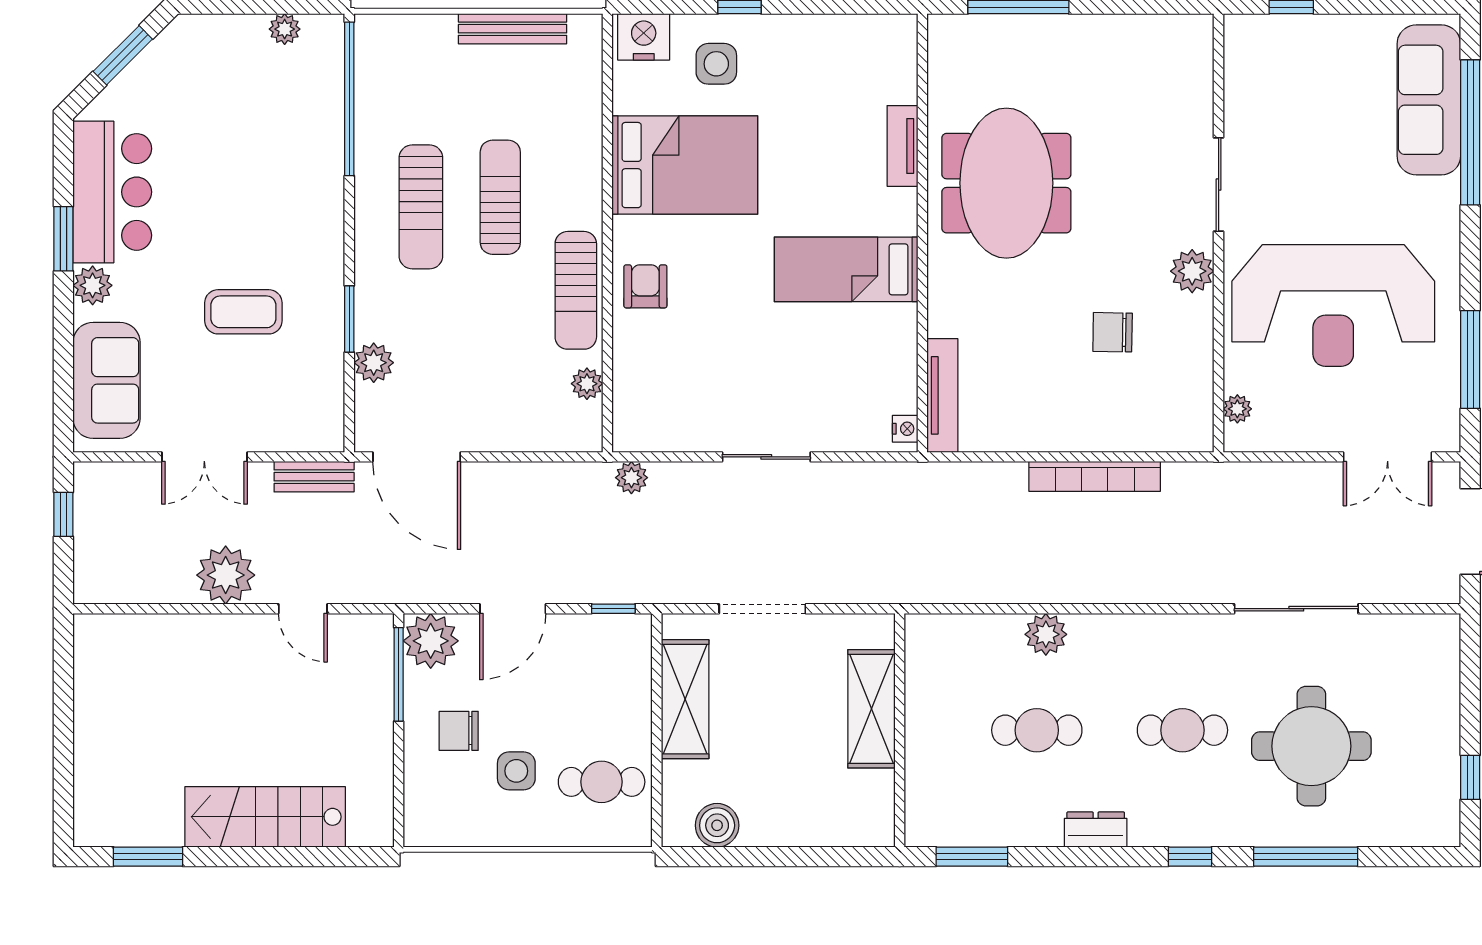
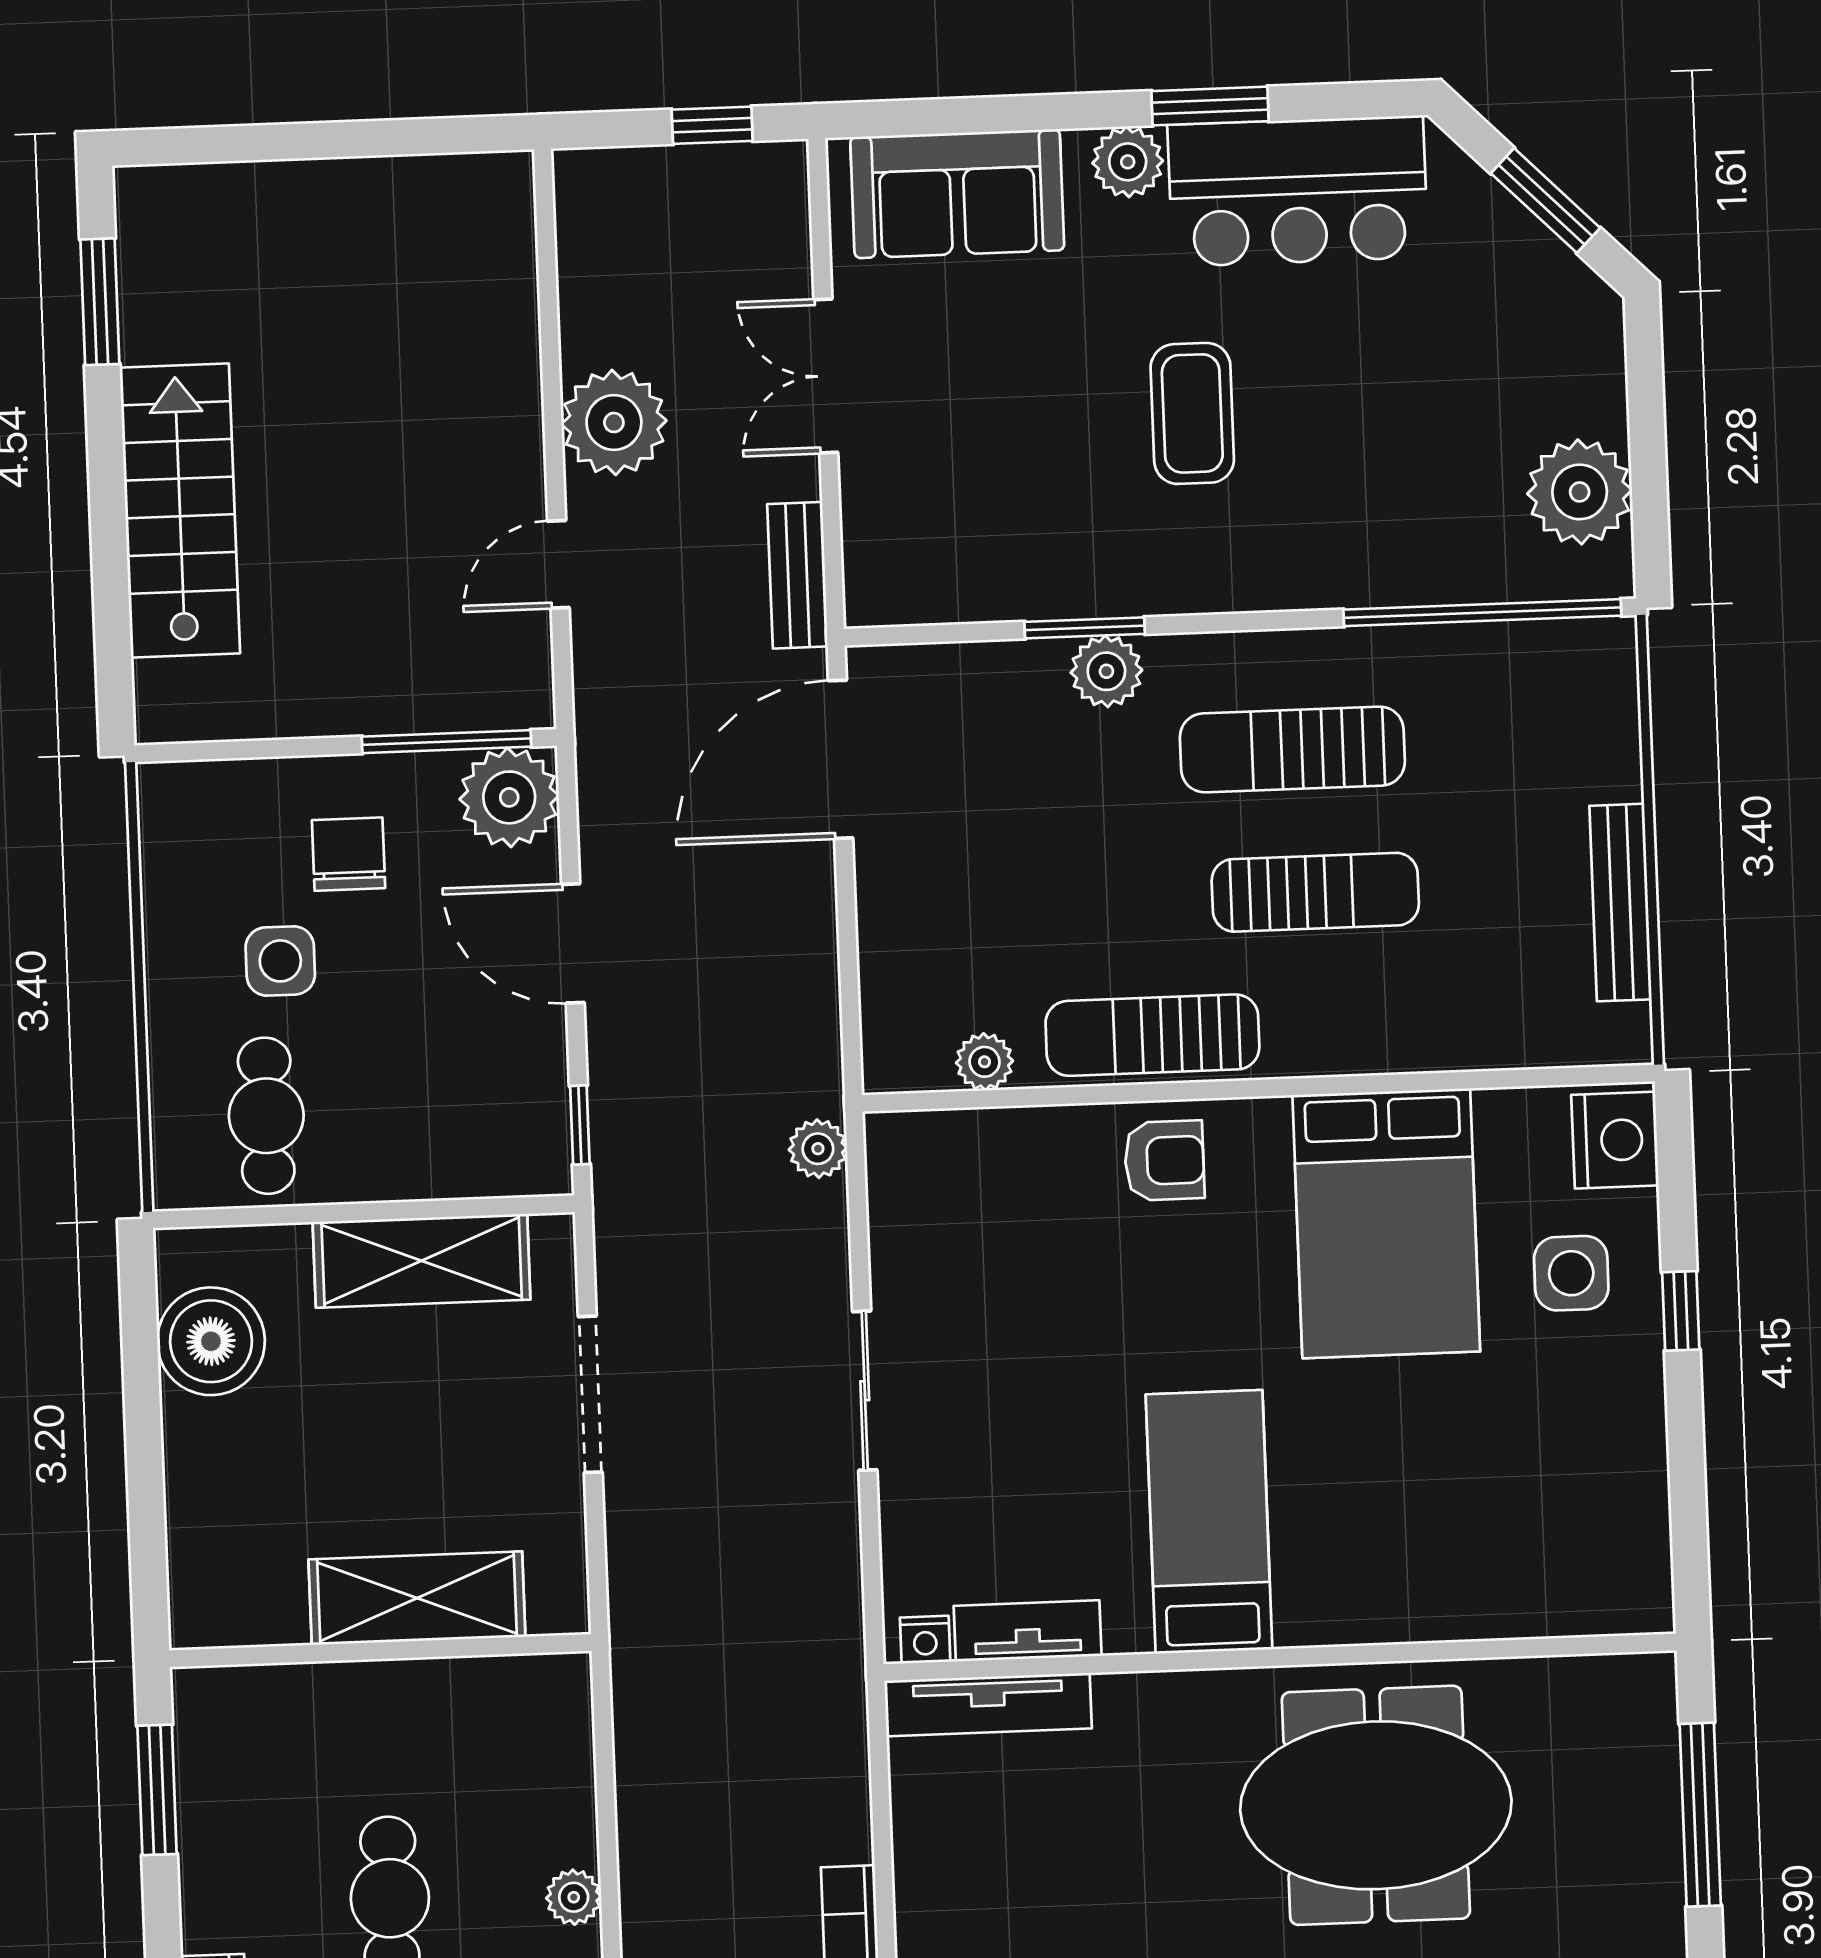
plant: (285, 29) -> (1580, 492), width x1.87, depth x1.87
tv unit: (902, 146) -> (1028, 1631), moved
coffee table: (243, 312) -> (1192, 413), moved
plant: (374, 363) -> (1106, 671), moved
plant: (1046, 634) -> (574, 1897), width x0.73, depth x0.73
boiler: (717, 825) -> (211, 1341), width x1.37, depth x1.37

